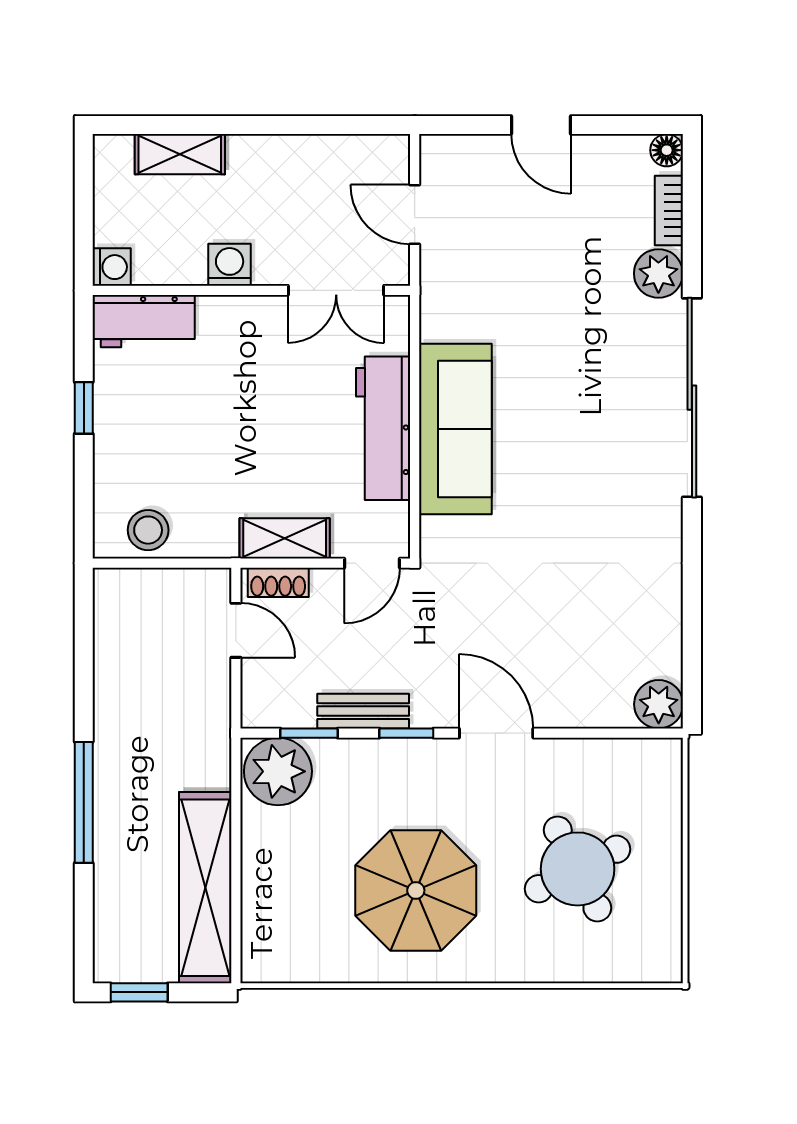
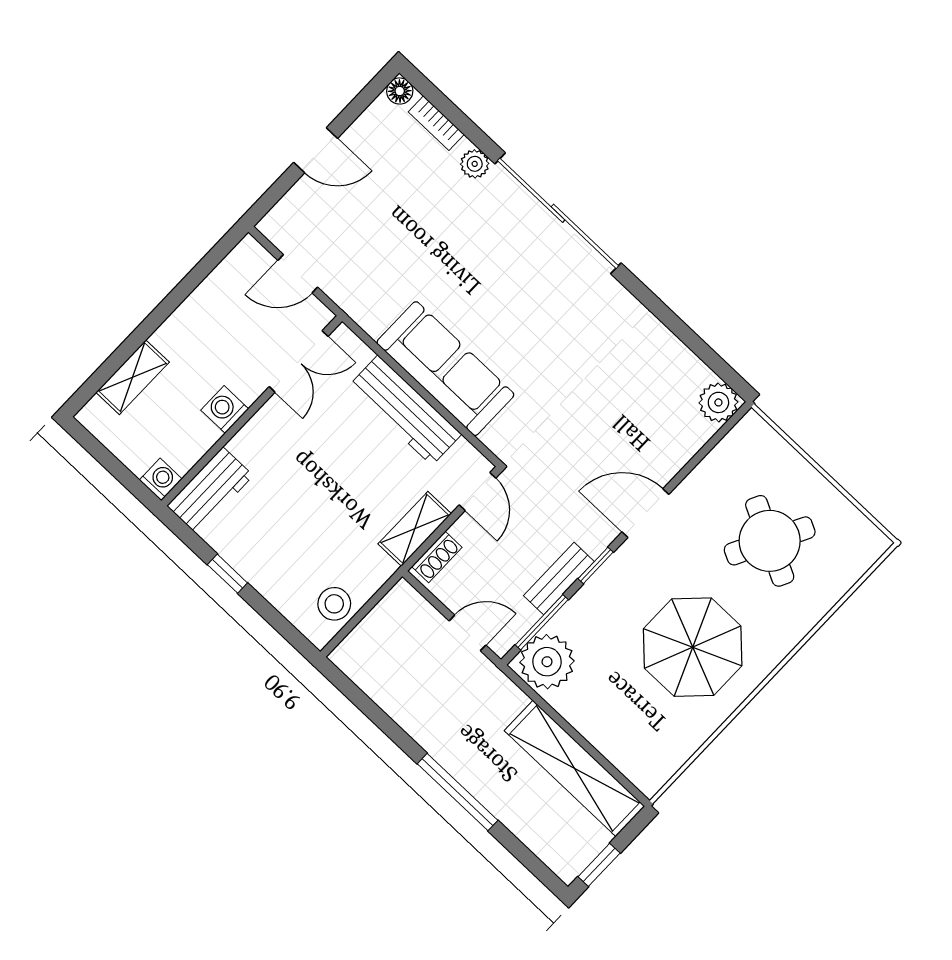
plant: (658, 273) -> (475, 164), width x0.73, depth x0.73
door: (236, 630) -> (468, 633), moved
window: (309, 733) -> (542, 622), width x1.50
round table: (578, 869) -> (770, 541), turned -36

